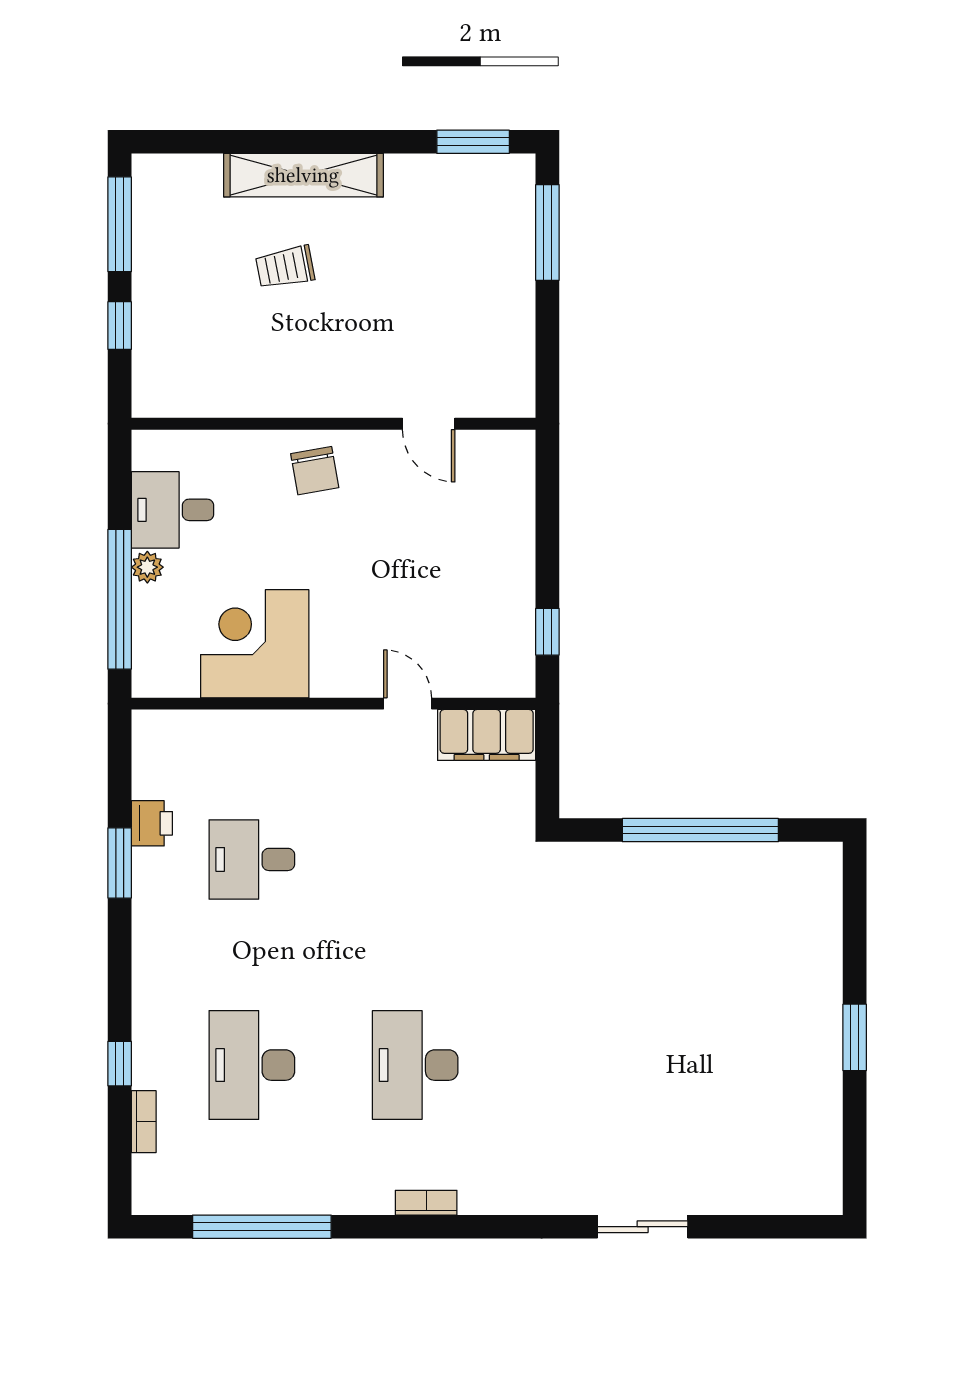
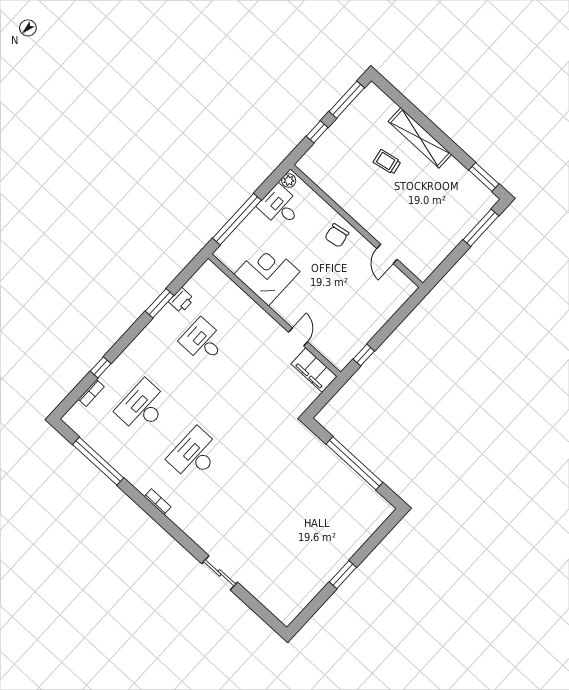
plant: (147, 567) -> (289, 181), moved

